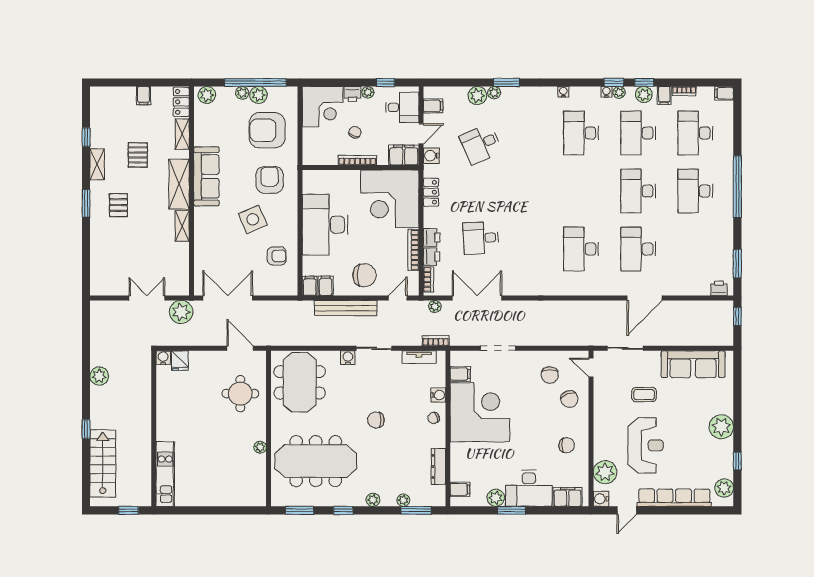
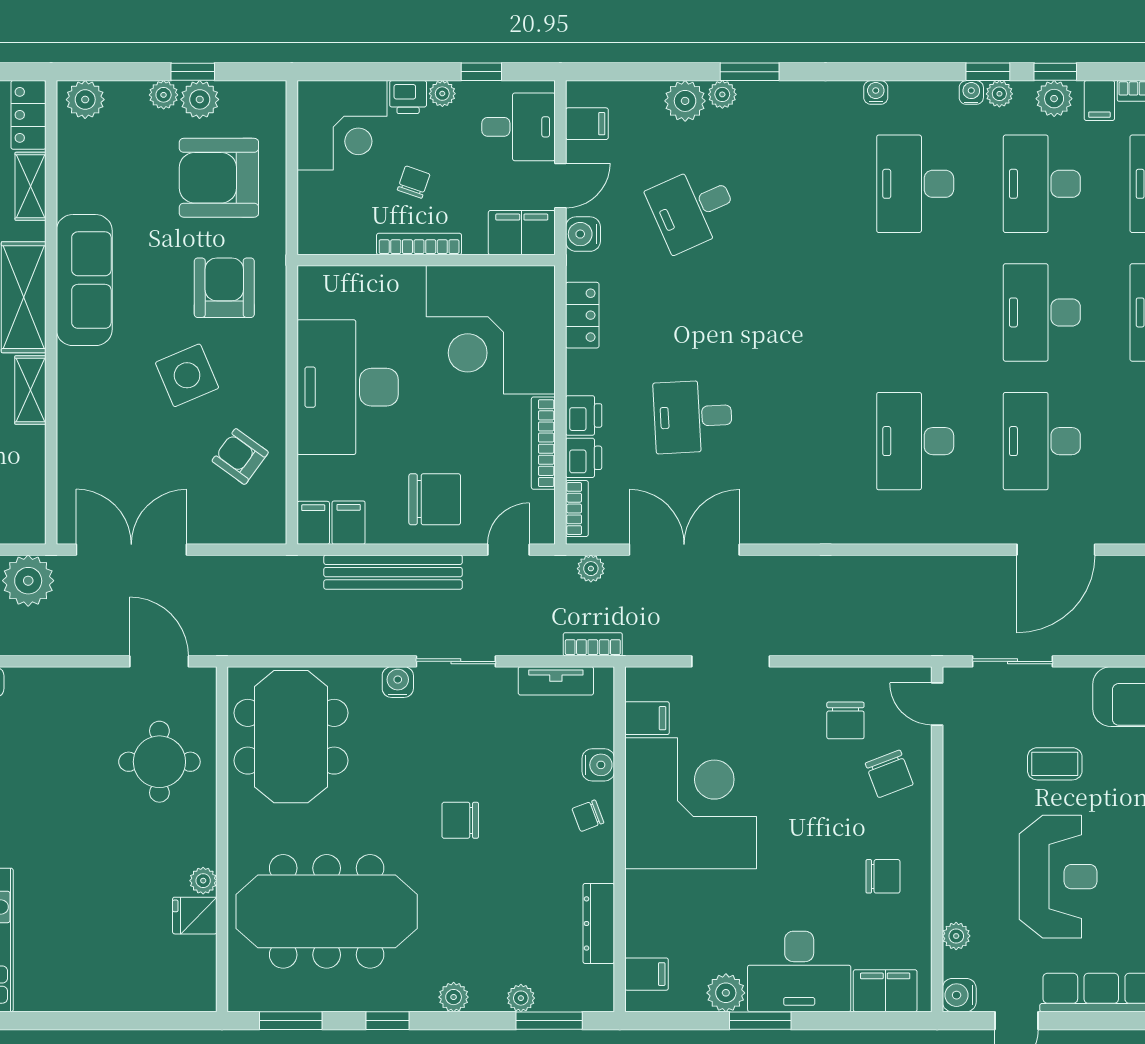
window: (255, 82) -> (193, 72), width x0.32
armchair: (277, 256) -> (240, 457), turned -144
fridge: (180, 361) -> (195, 916), moved, turned 90
plant: (605, 472) -> (956, 936), width x0.53, depth x0.53

